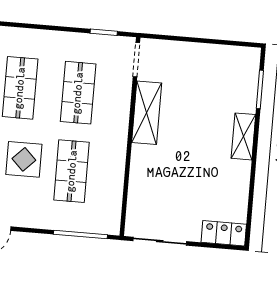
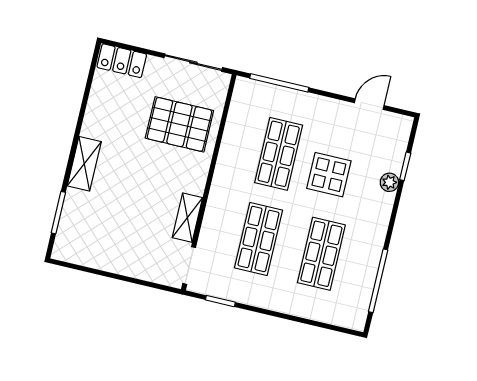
shelving: (147, 113) -> (187, 218), width x0.67, depth x0.75
pallet: (164, 184) -> (179, 124), added

